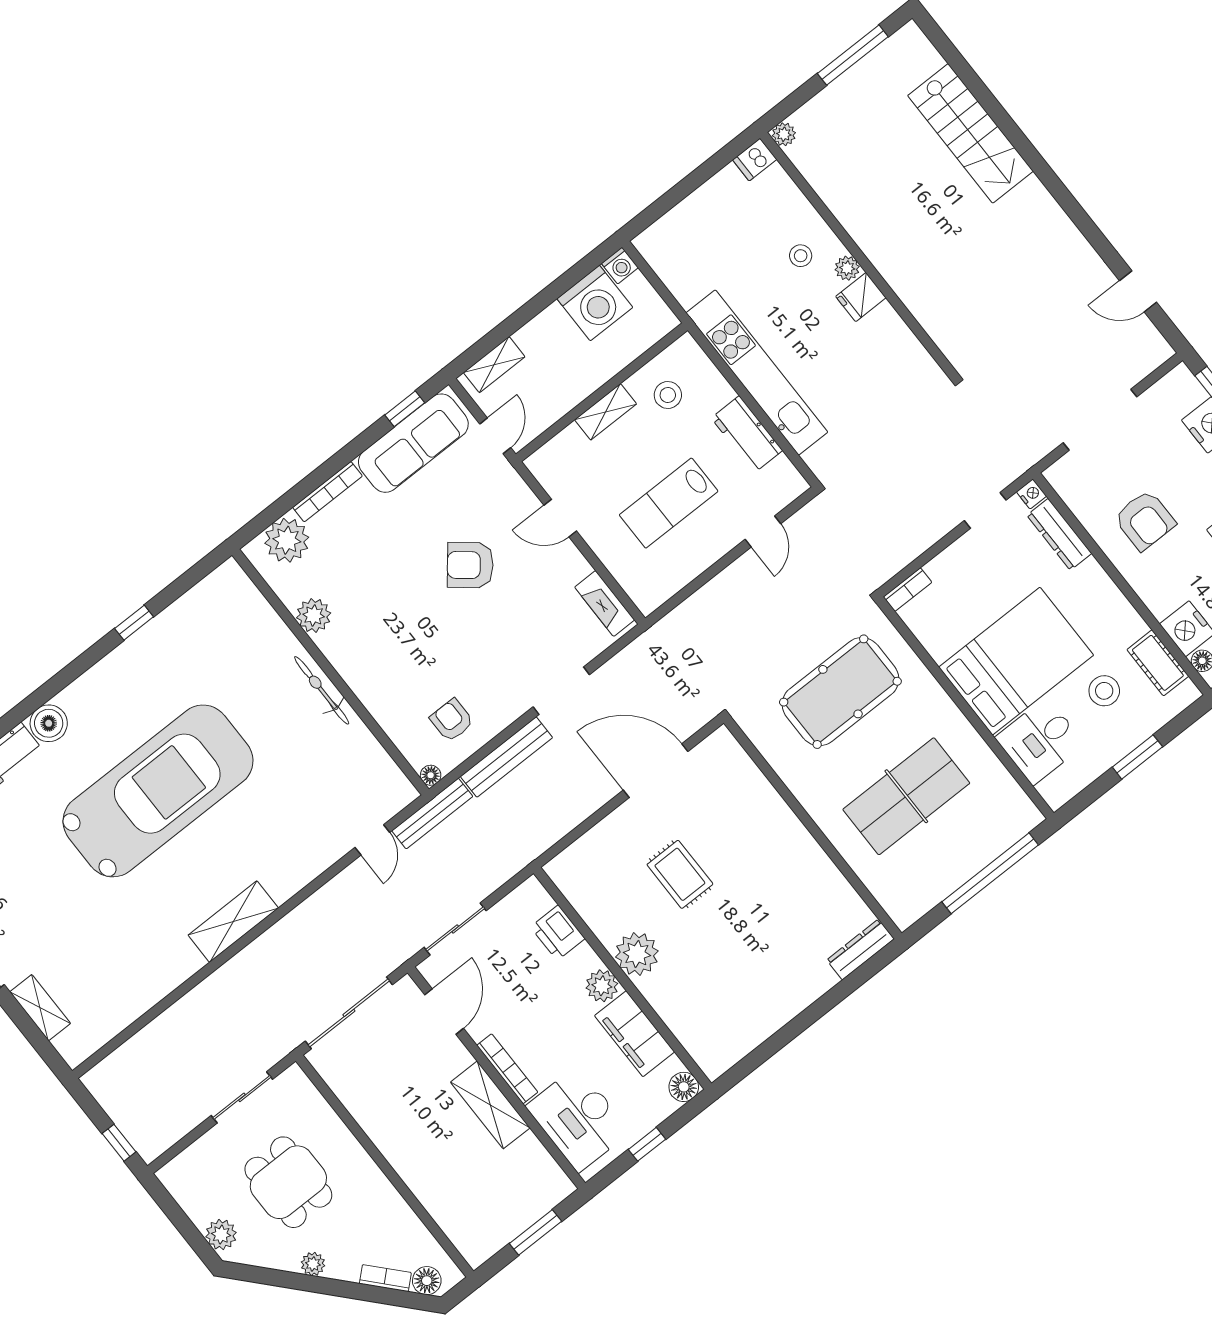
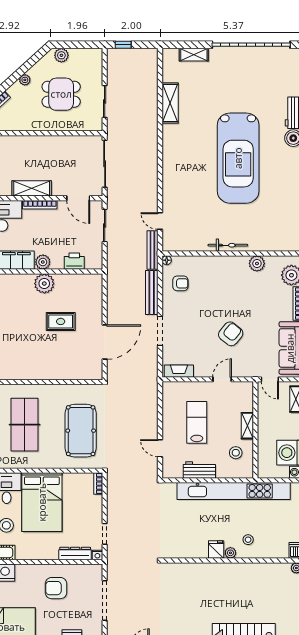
kitchen unit: (757, 373) -> (234, 491), width x1.36
shelving: (233, 922) -> (170, 103), moved

